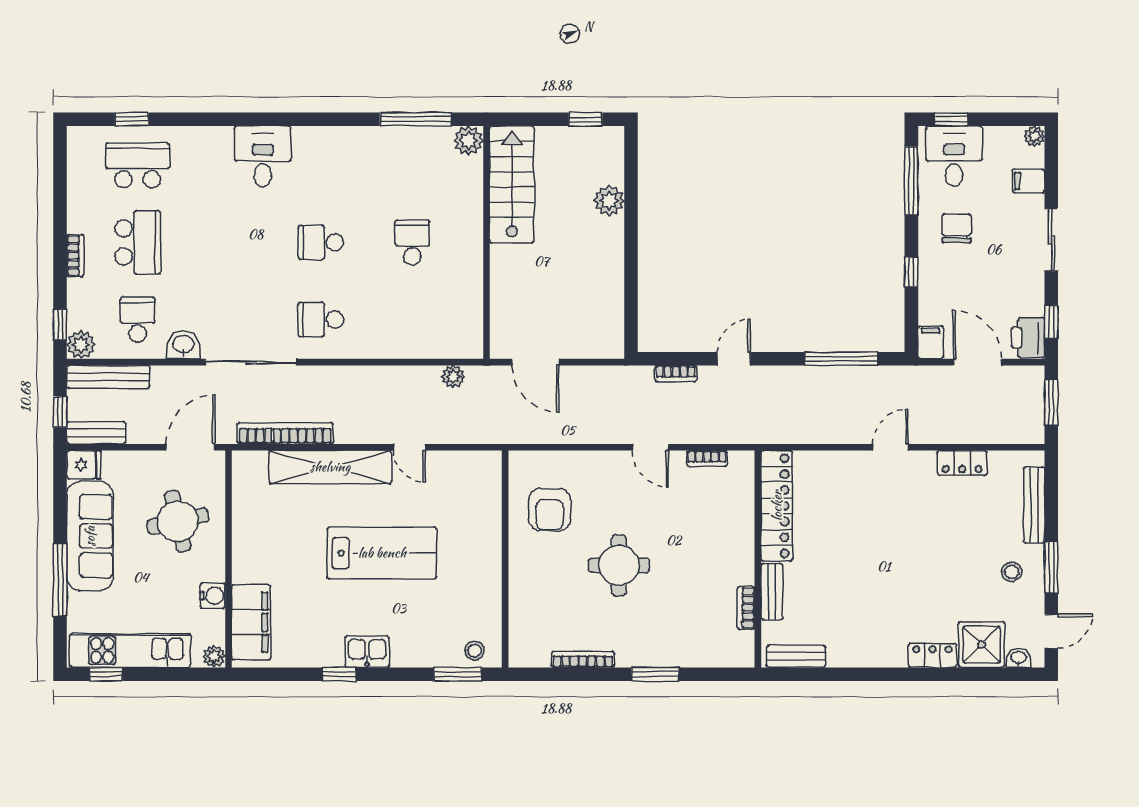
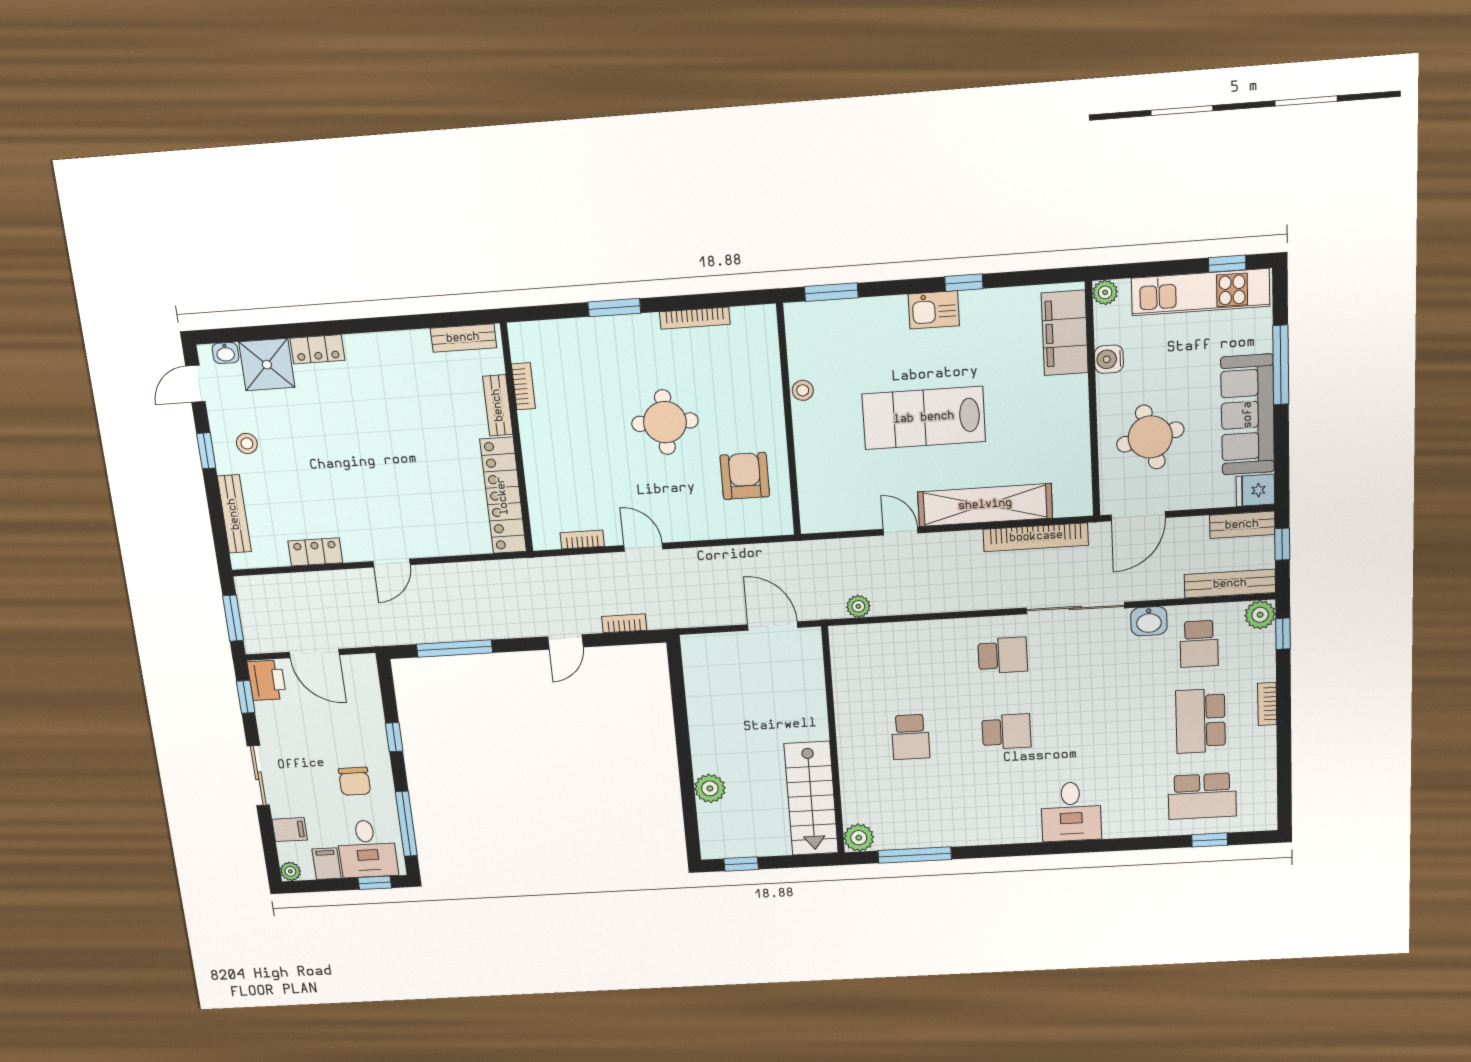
filing cabinet: (931, 342) -> (327, 864), moved, turned 180
window: (1051, 567) -> (206, 451), width x0.67
stool: (475, 650) -> (803, 390), moved

